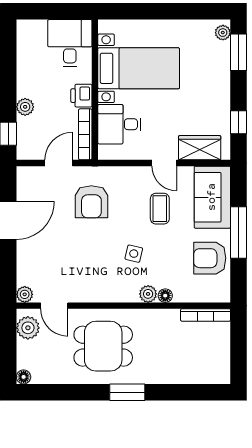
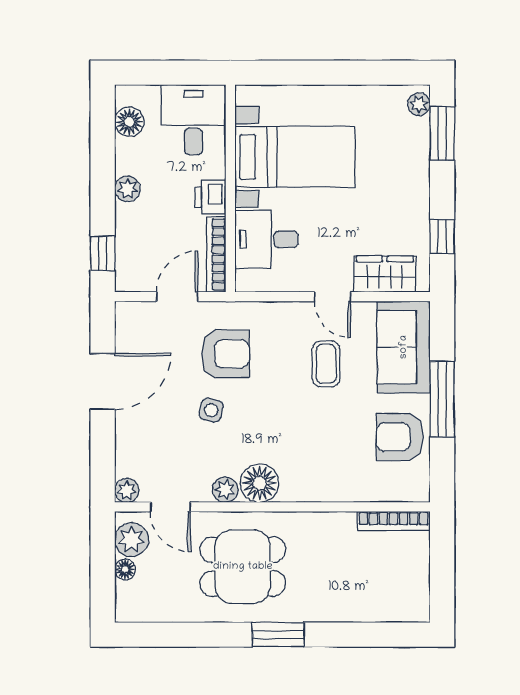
floor lamp: (26, 45) -> (129, 122), added
plant: (25, 107) -> (128, 189), moved
armchair: (91, 202) -> (225, 354), turned -90
side table: (134, 254) -> (211, 410), moved
plant: (148, 294) -> (225, 490), moved
floor lamp: (165, 296) -> (260, 483), moved, width x1.89, depth x1.89
floor lamp: (24, 377) -> (125, 569), moved

